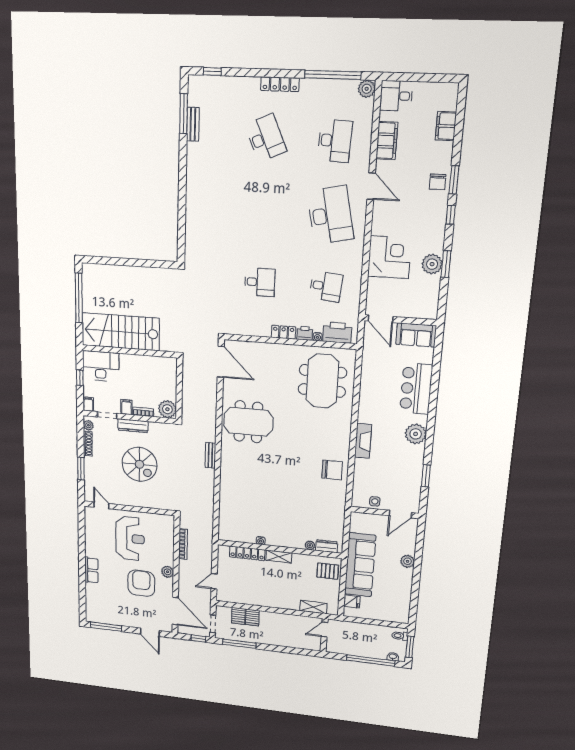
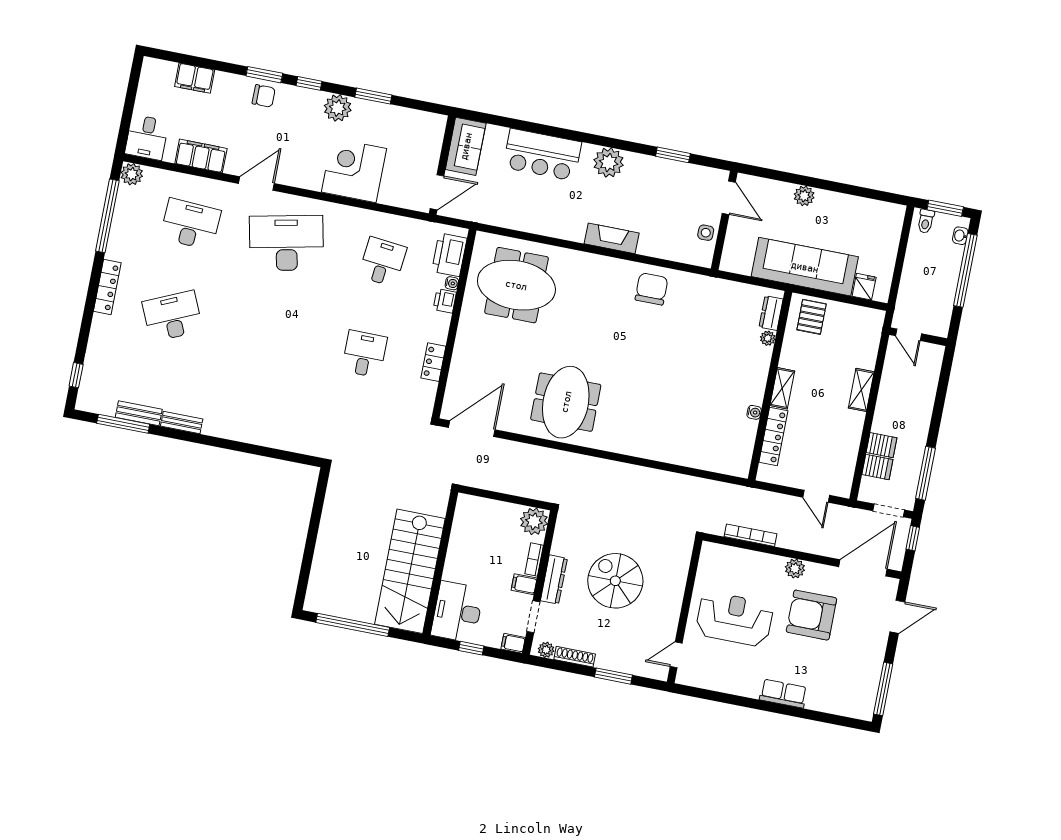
plant: (432, 264) -> (338, 108), moved
locker: (283, 332) -> (433, 362), moved
bench: (210, 455) -> (182, 423), moved
spiral stairs: (139, 464) -> (615, 581), turned -90
shelving: (313, 607) -> (861, 390), moved

